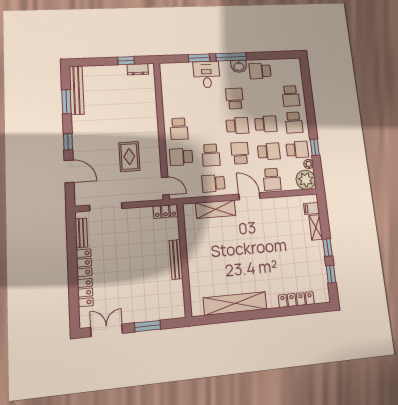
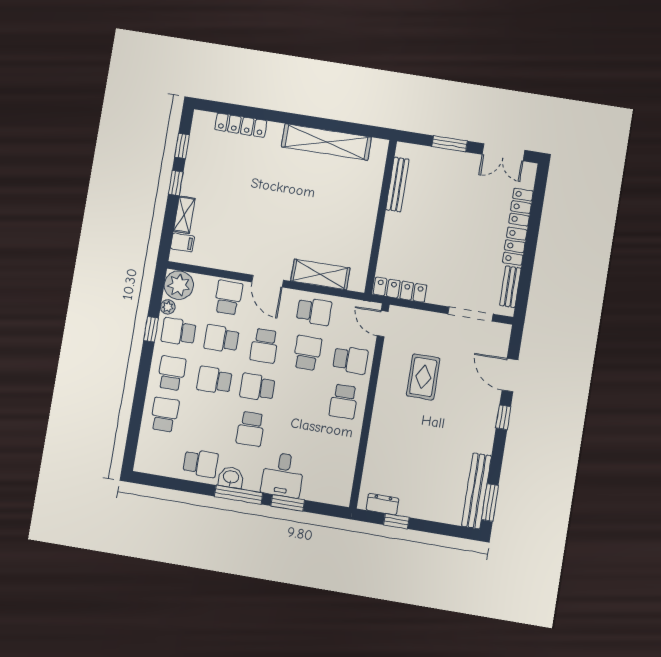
window: (66, 102) -> (490, 503), moved
school desk: (179, 129) -> (344, 401), turned 180
locker: (165, 211) -> (400, 290), width x1.53
bench: (176, 259) -> (397, 184), moved

